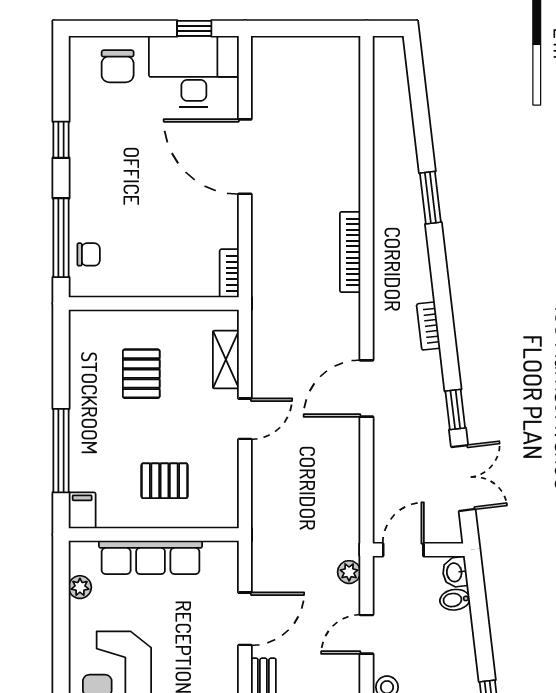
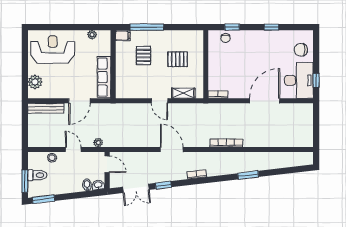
window: (61, 238) -> (232, 27), width x0.46
pallet: (165, 481) -> (144, 55), moved
row of seats: (151, 557) -> (104, 77), moved
door: (245, 619) -> (79, 101), hinge flipped

